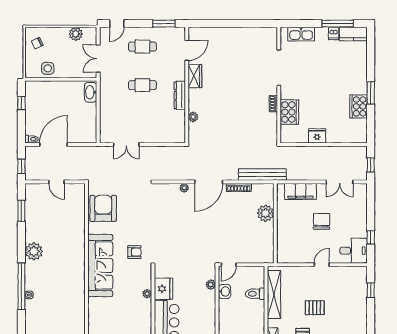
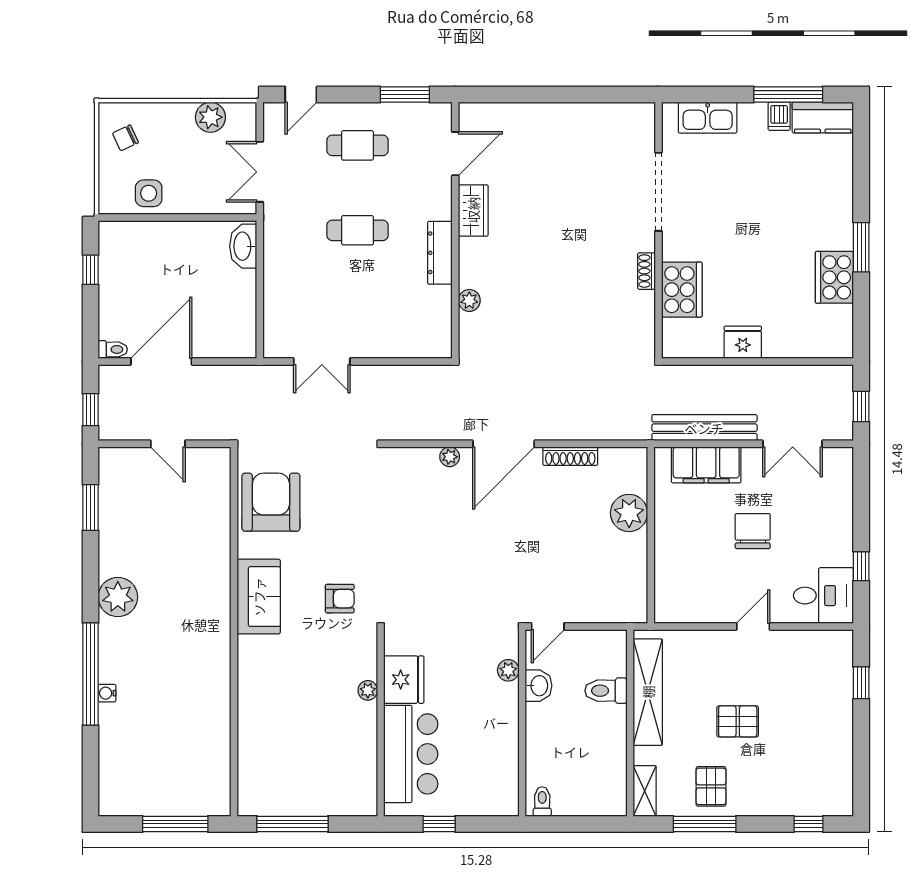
bench: (262, 175) -> (704, 428), moved
sofa: (100, 265) -> (259, 597), width x0.54, depth x0.79

